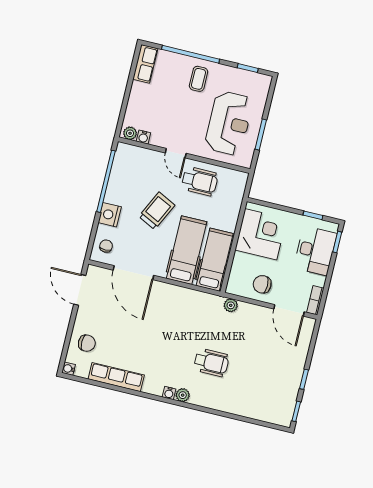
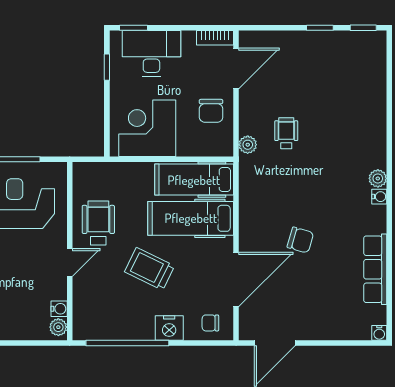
chair: (87, 343) -> (300, 240), moved, turned 106
wheelchair: (211, 363) -> (286, 133), moved, width x0.73, depth x0.73

